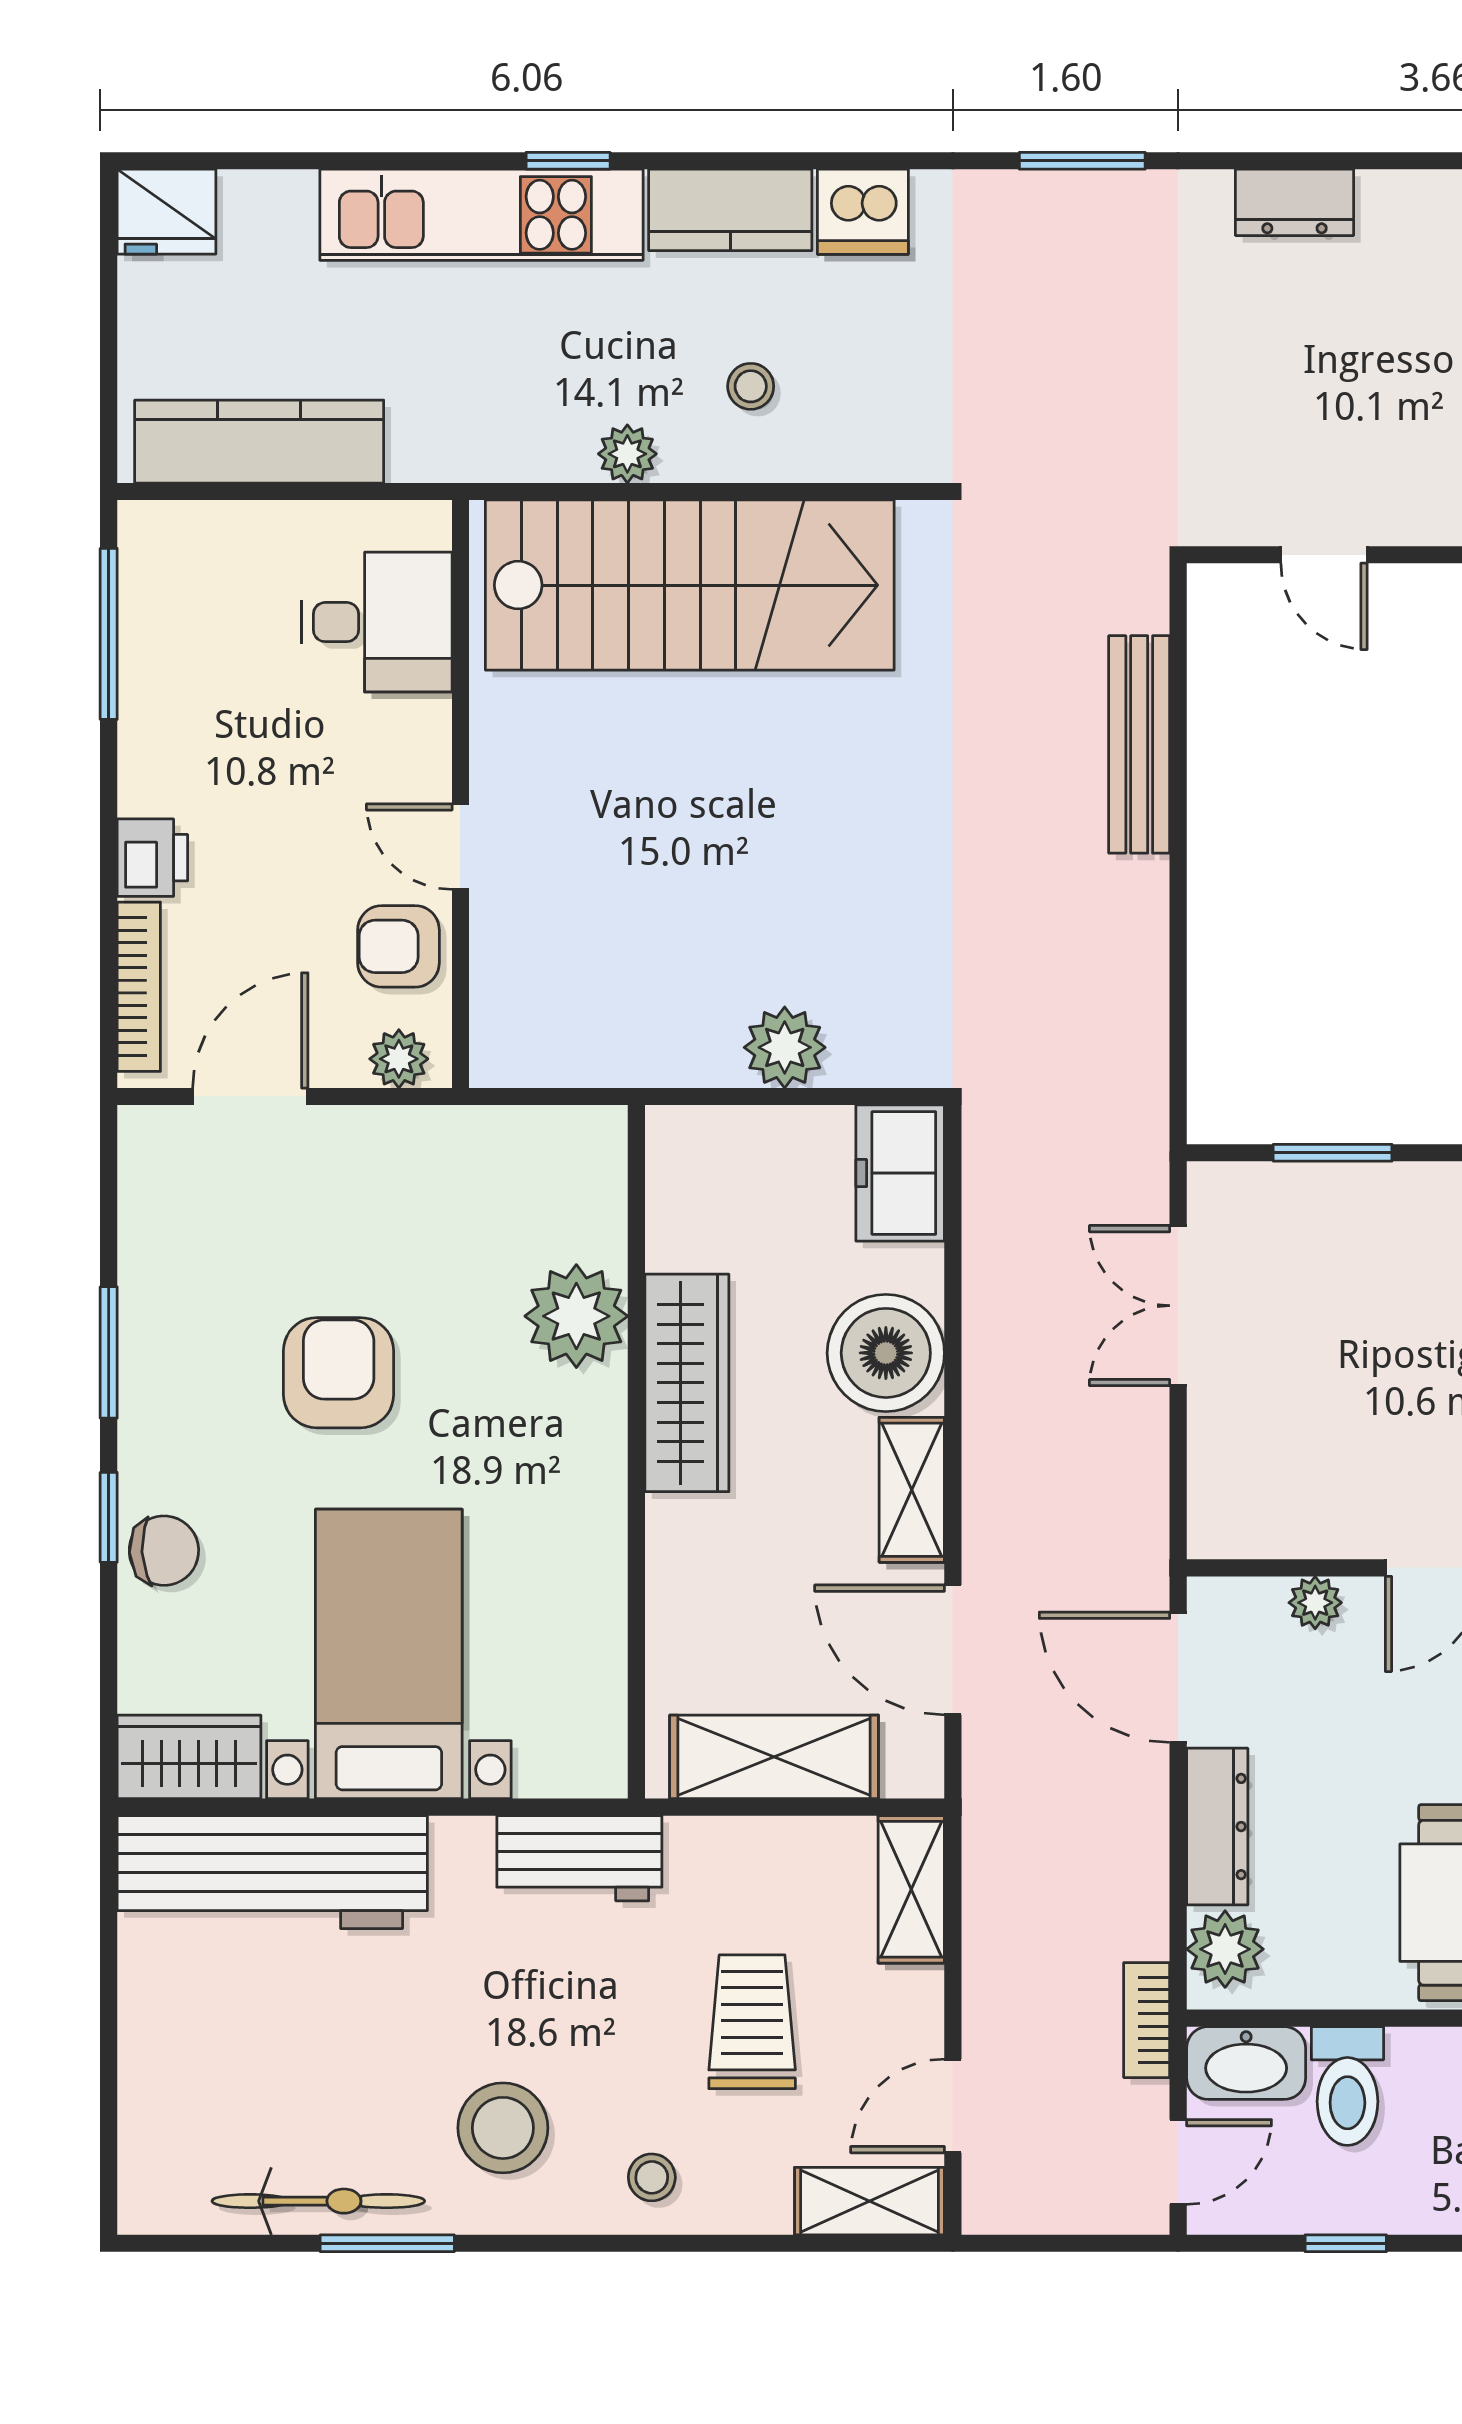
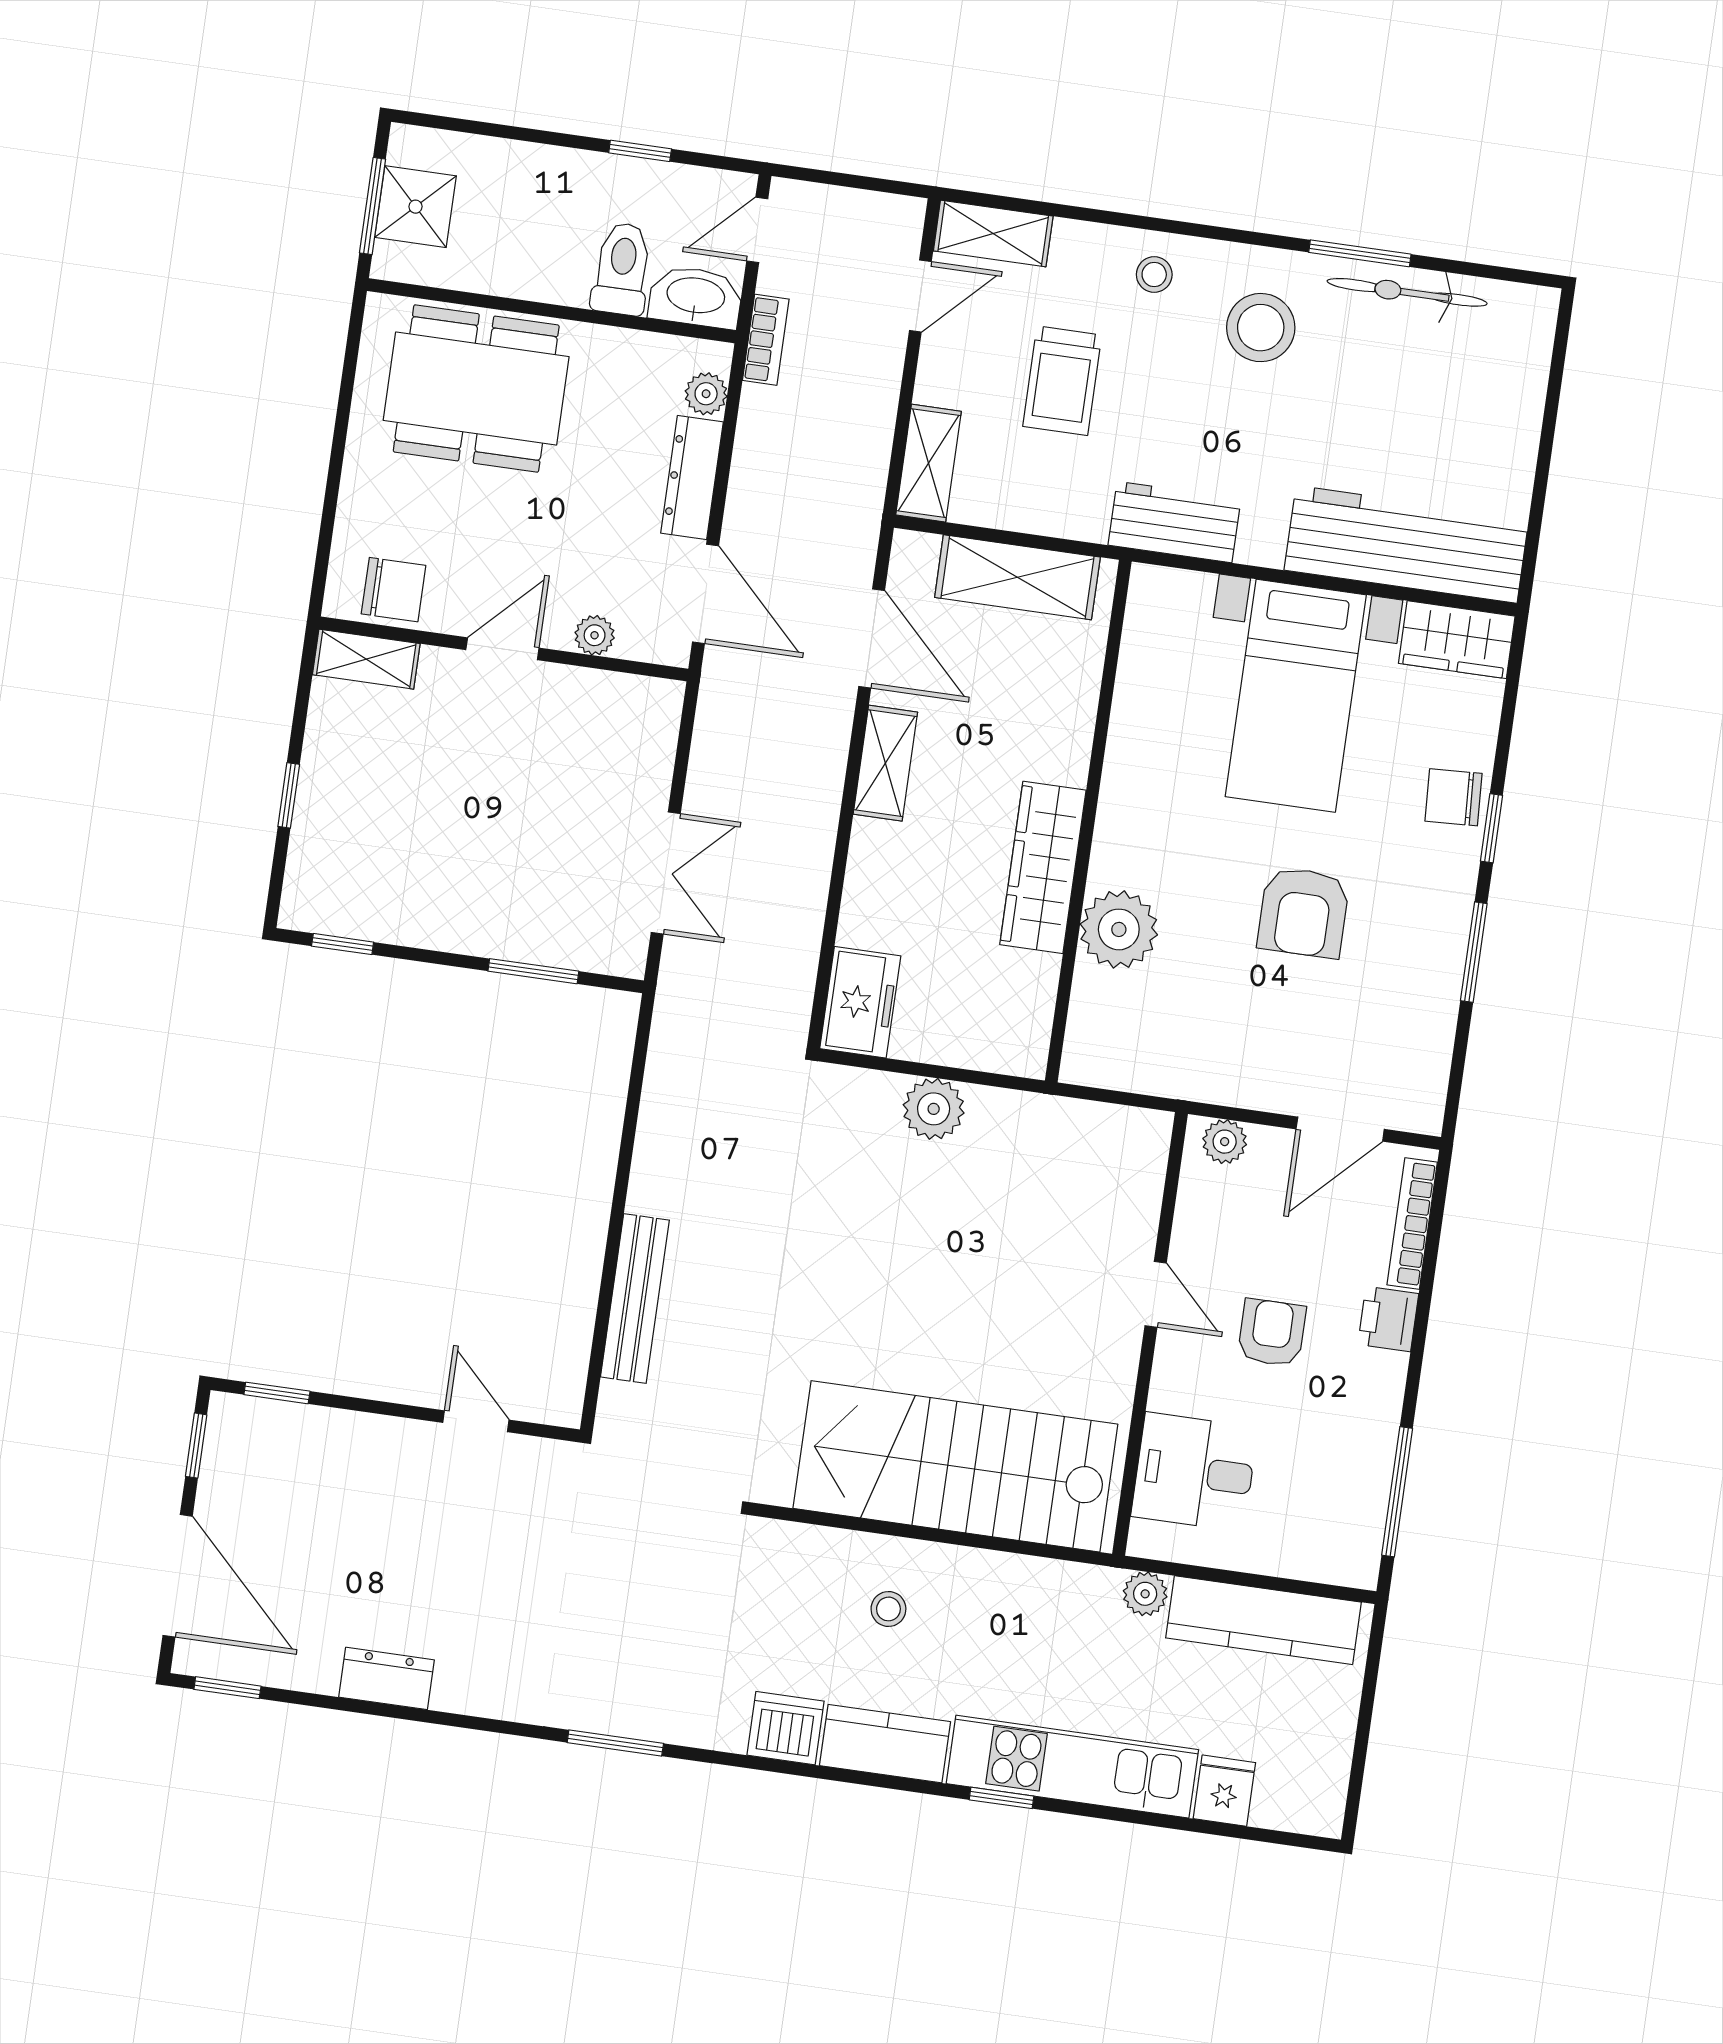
dresser: (1294, 202) -> (386, 1678), moved
fridge: (166, 212) -> (1224, 1791), moved, width x0.72
plant: (627, 454) -> (1145, 1594), moved
armchair: (398, 946) -> (1272, 1333), moved, turned -90
boiler: (886, 1353) -> (890, 869), removed
plant: (1225, 1949) -> (706, 394), width x0.73, depth x0.73

